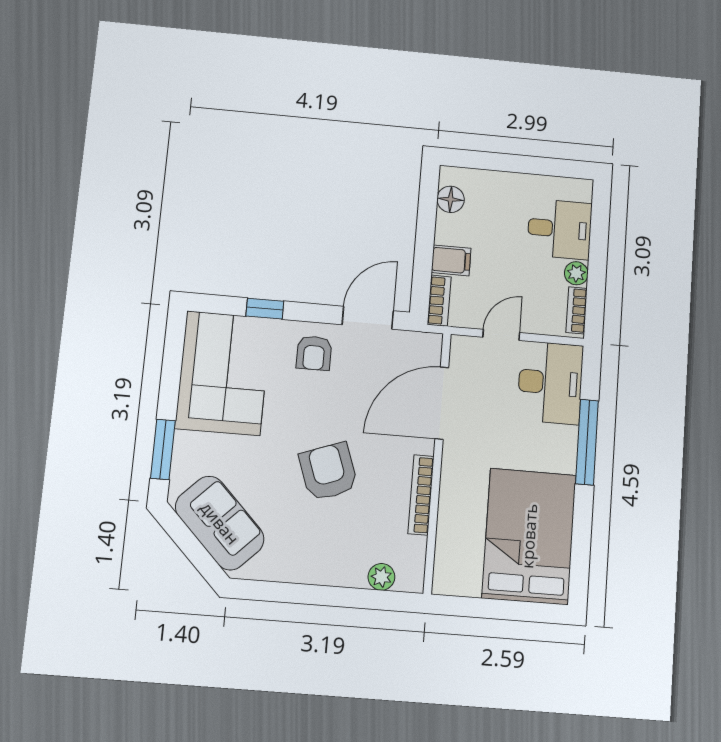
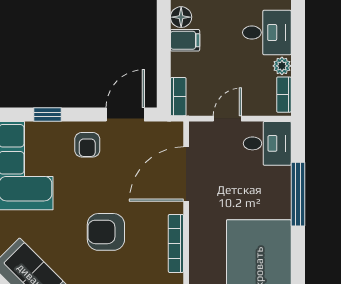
filing cabinet: (451, 260) -> (185, 40), moved
desk: (550, 383) -> (267, 143), width x0.73
armchair: (328, 472) -> (106, 232), turned -70

